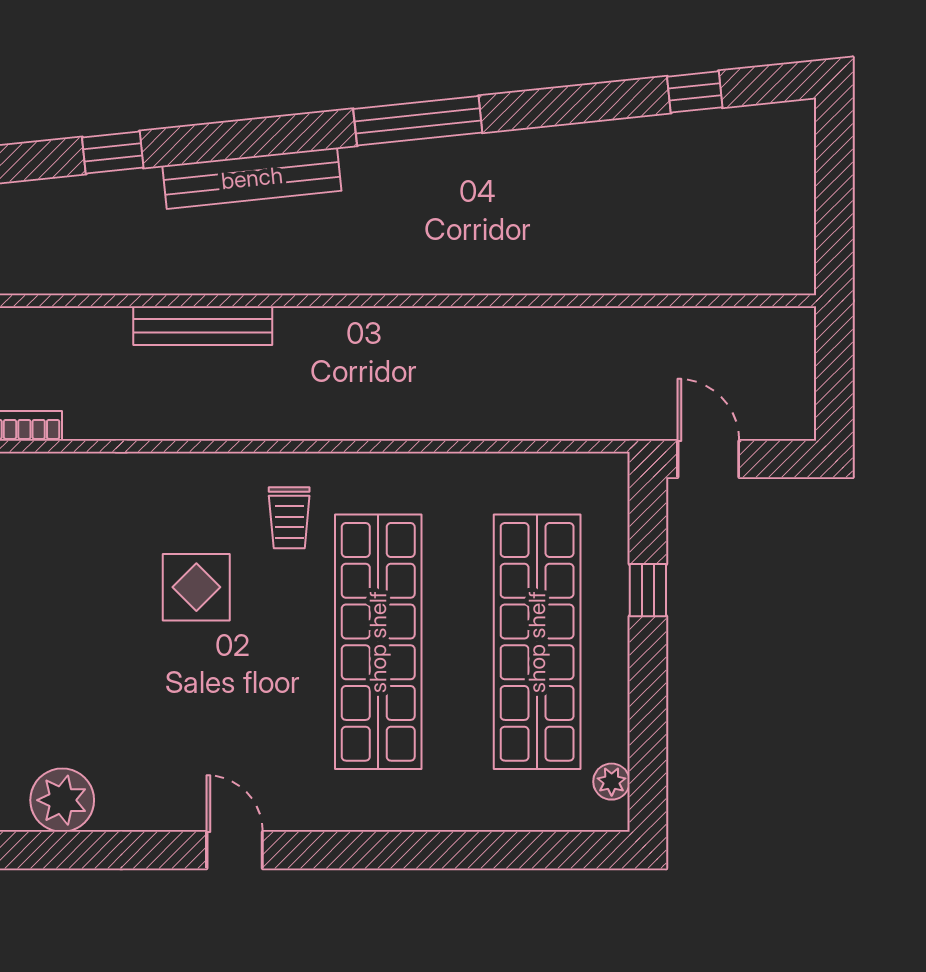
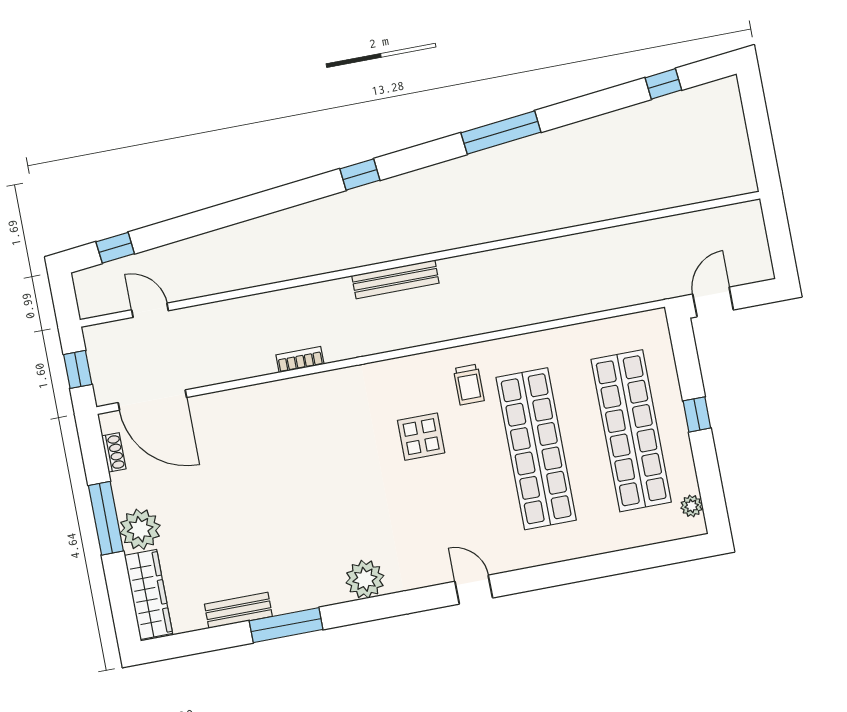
window: (113, 153) -> (360, 175), moved
bench: (252, 178) -> (408, 186), removed
door: (708, 459) -> (713, 302), hinge flipped
window: (648, 590) -> (697, 414), moved

